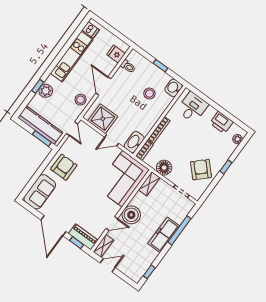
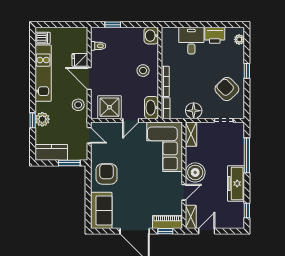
fridge: (116, 54) -> (80, 60), moved
window: (161, 66) -> (113, 25), moved
stool: (149, 94) -> (143, 71), moved
desk: (192, 107) -> (191, 41), moved
kitchen counter: (40, 125) -> (51, 152), width x0.67
freezer: (164, 235) -> (236, 184), moved

